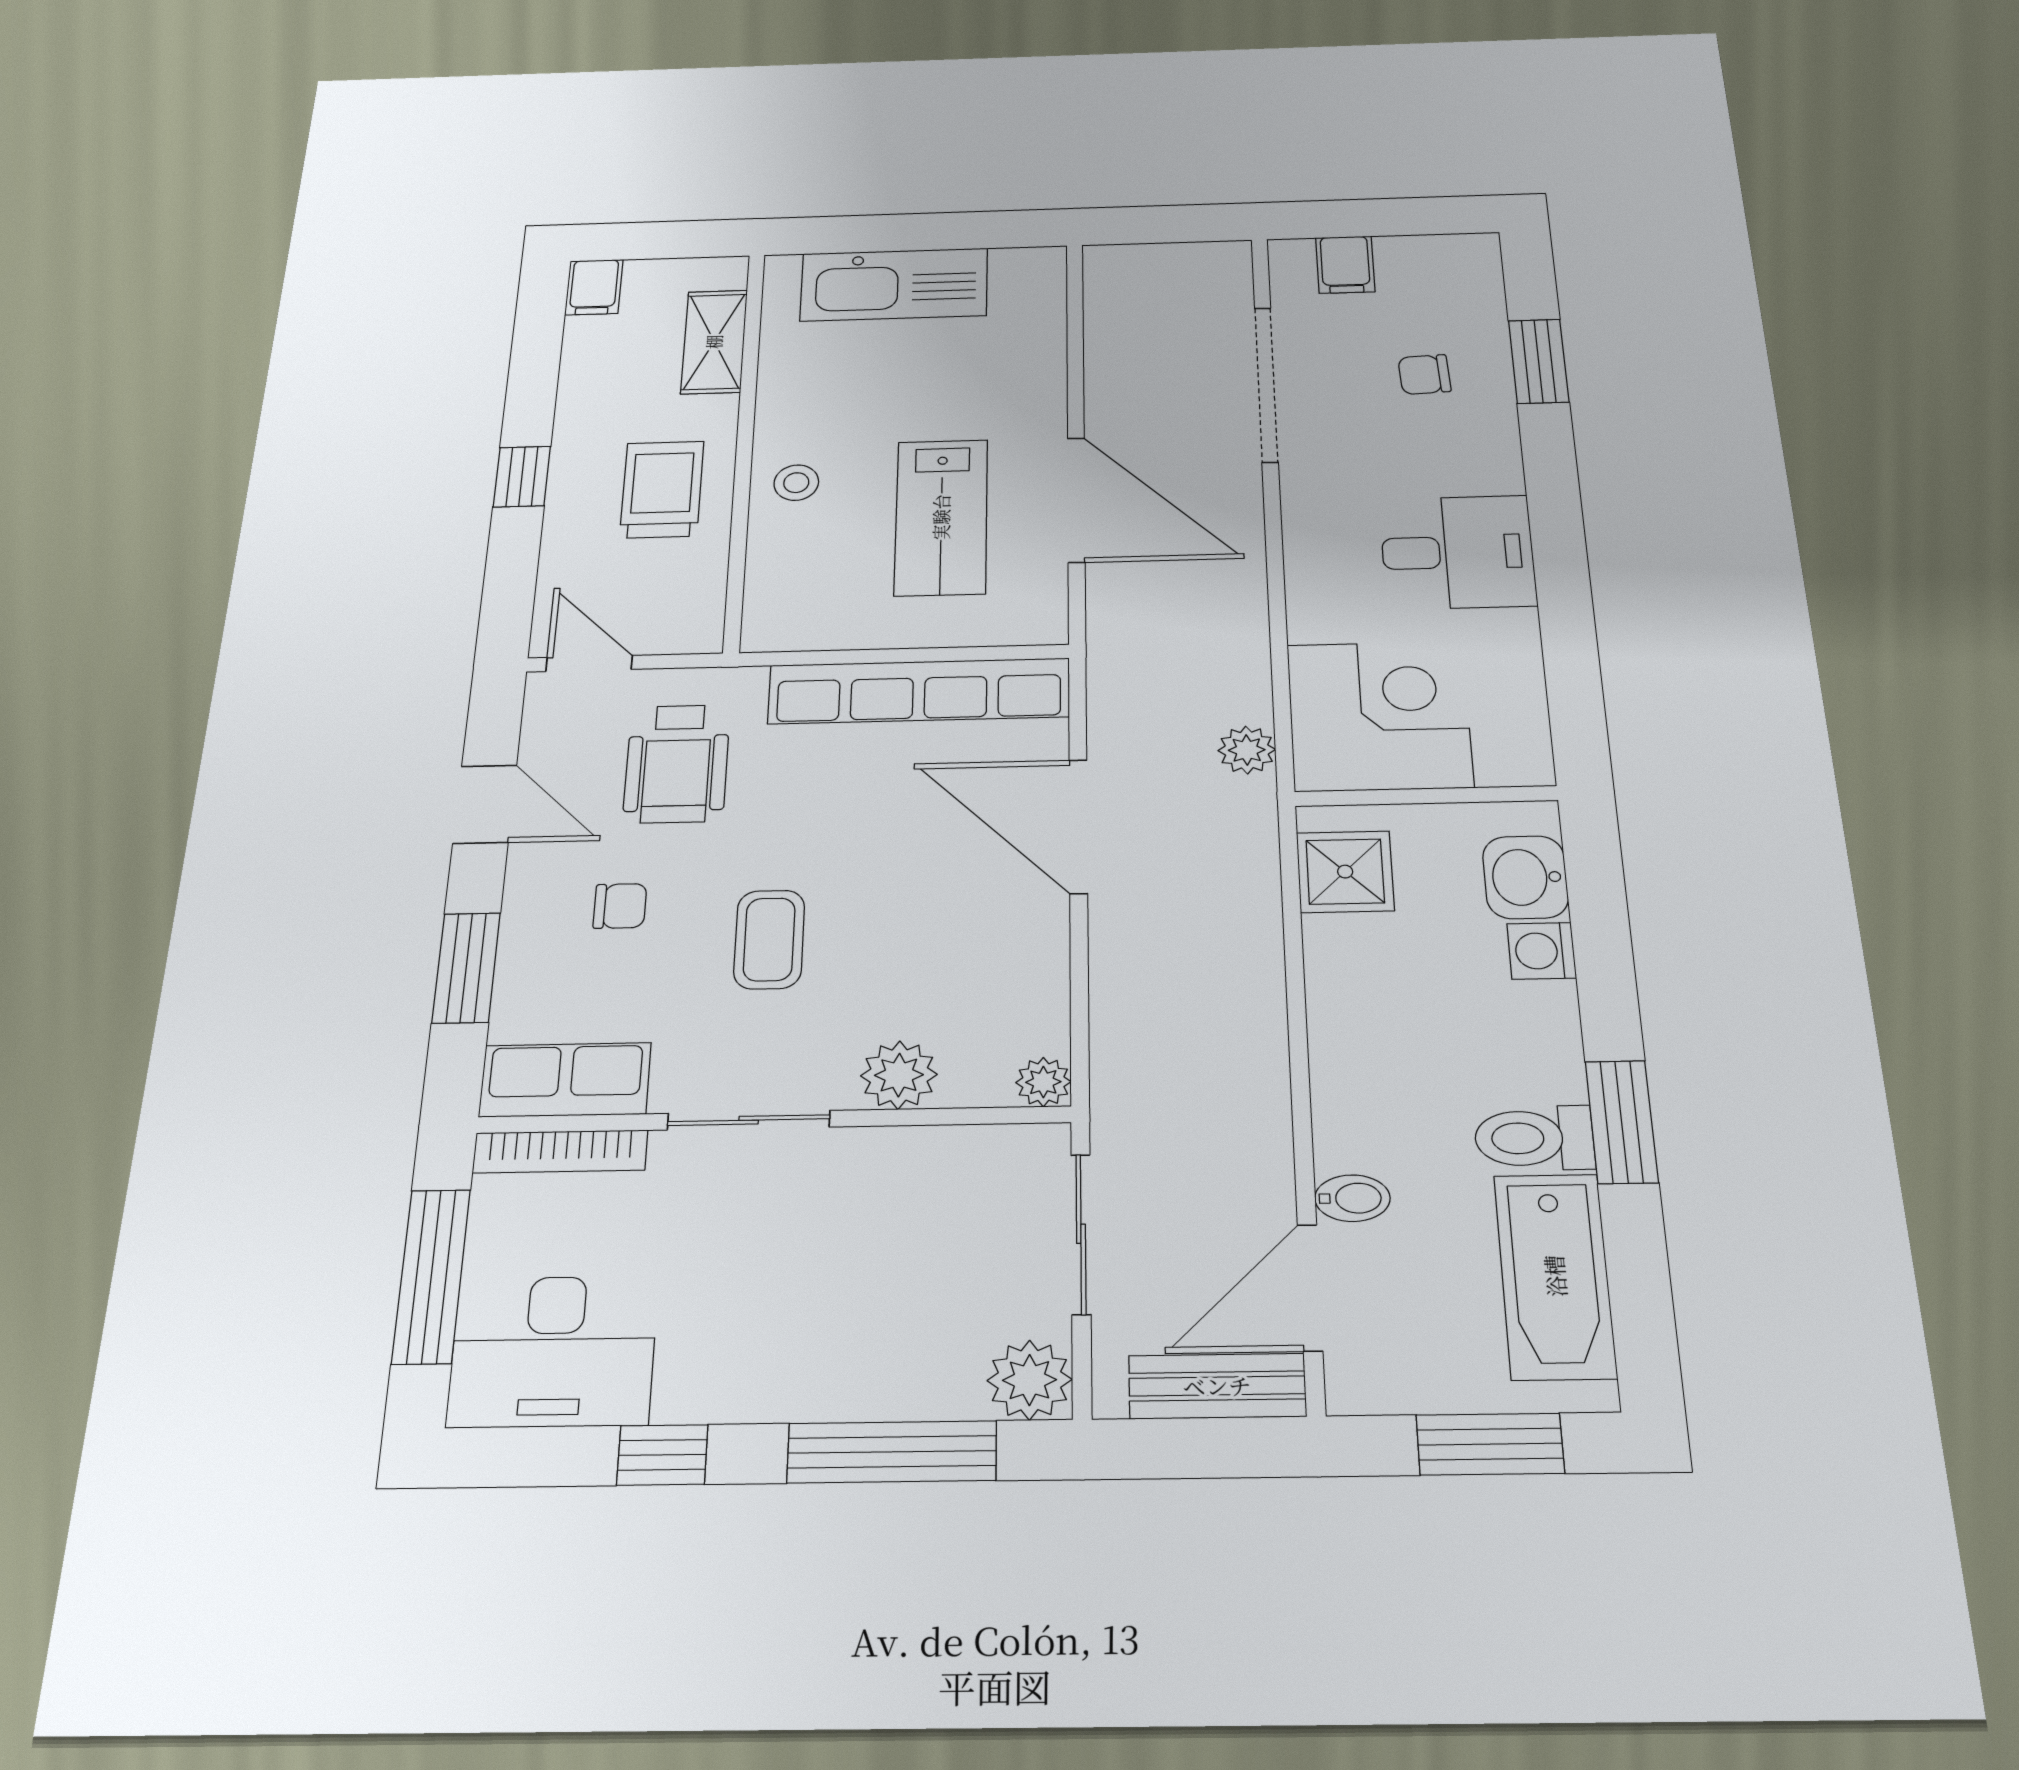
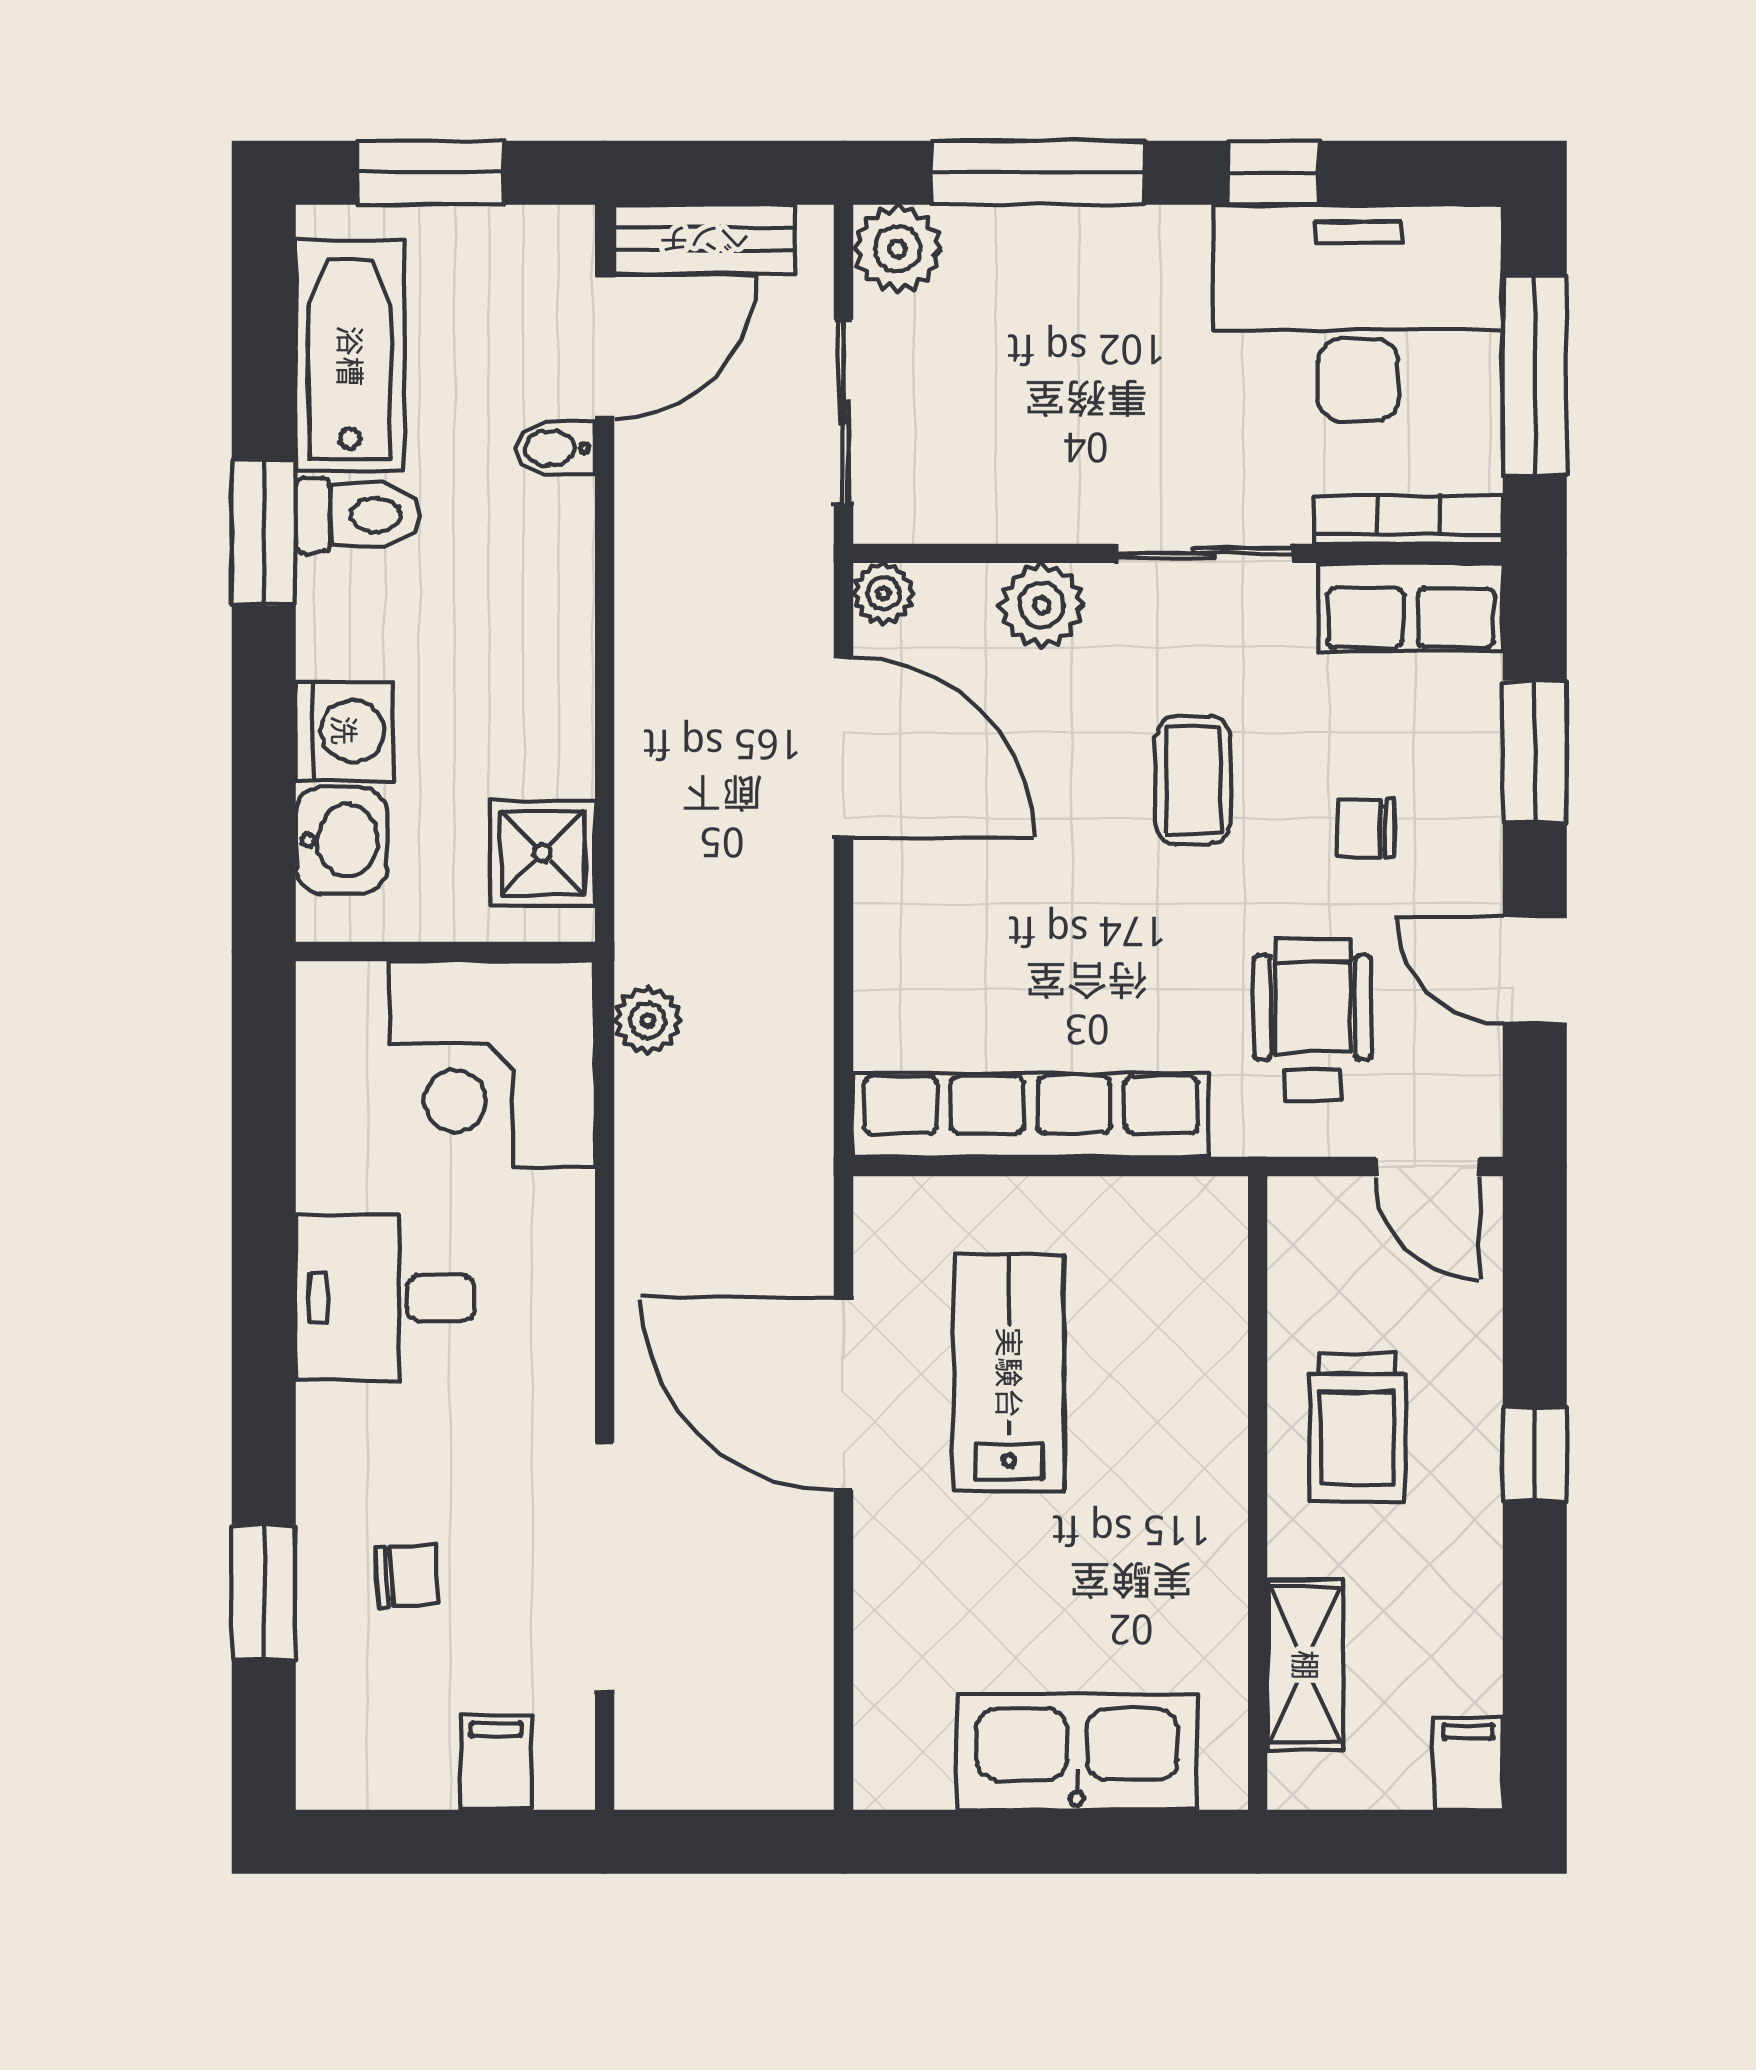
stool: (796, 483) -> (1190, 1432), removed
door: (1078, 826) -> (843, 747), moved
washing machine: (1542, 951) -> (344, 731), width x1.38, depth x1.38
desk: (553, 1351) -> (1358, 313), width x1.36, depth x1.30

